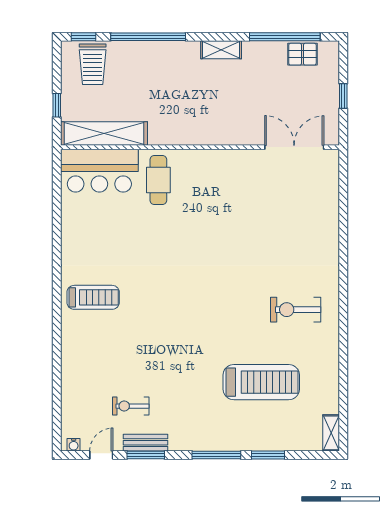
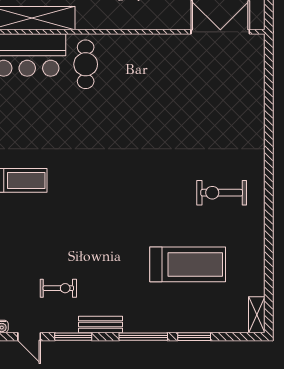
exercise bike: (131, 406) -> (58, 288), turned 180
bench: (146, 443) -> (100, 324), moved
door: (101, 455) -> (29, 337), swing flipped

